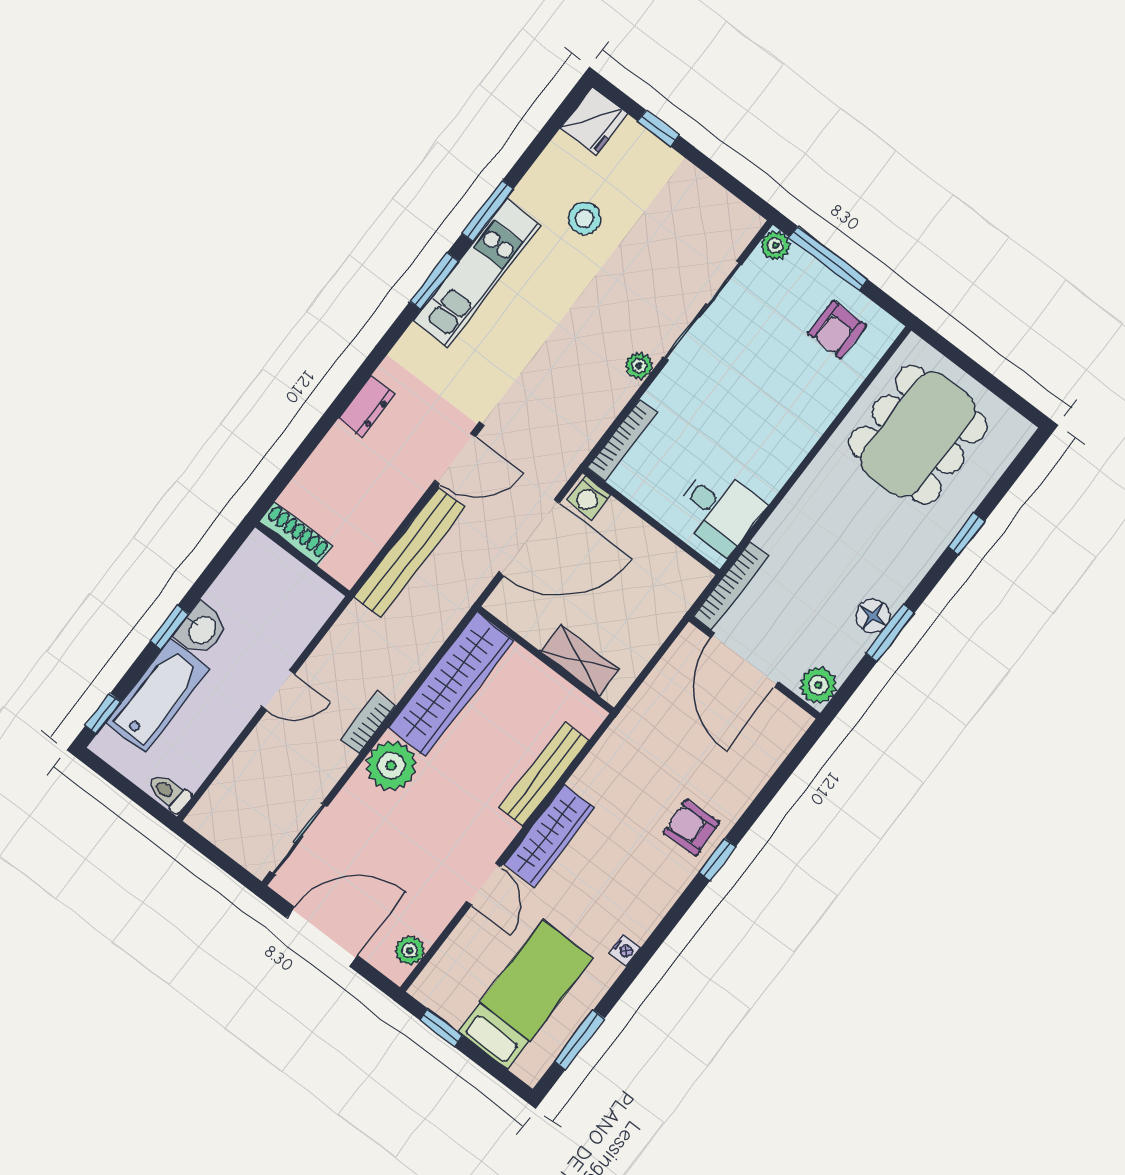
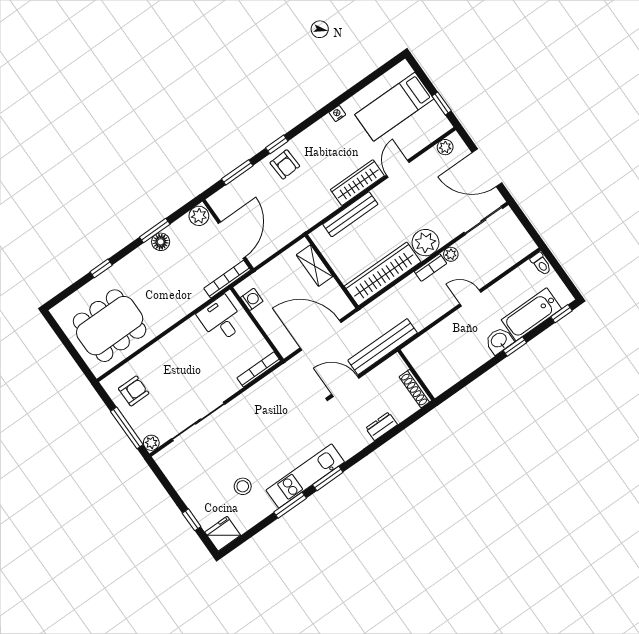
plant: (639, 366) -> (451, 254), moved
washing machine: (589, 498) -> (252, 299), moved
shoe rack: (296, 534) -> (415, 389), moved
wall: (302, 559) -> (416, 375), moved
window: (579, 1040) -> (237, 172), moved

